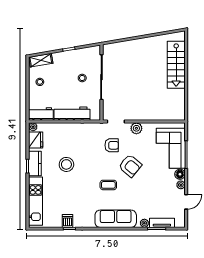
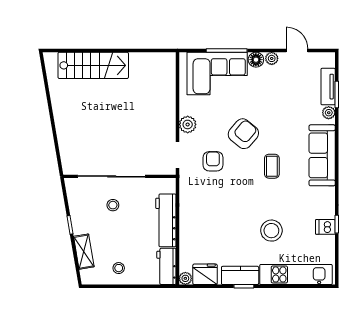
shelving: (41, 60) -> (84, 252), moved
stool: (66, 164) -> (271, 231), moved

